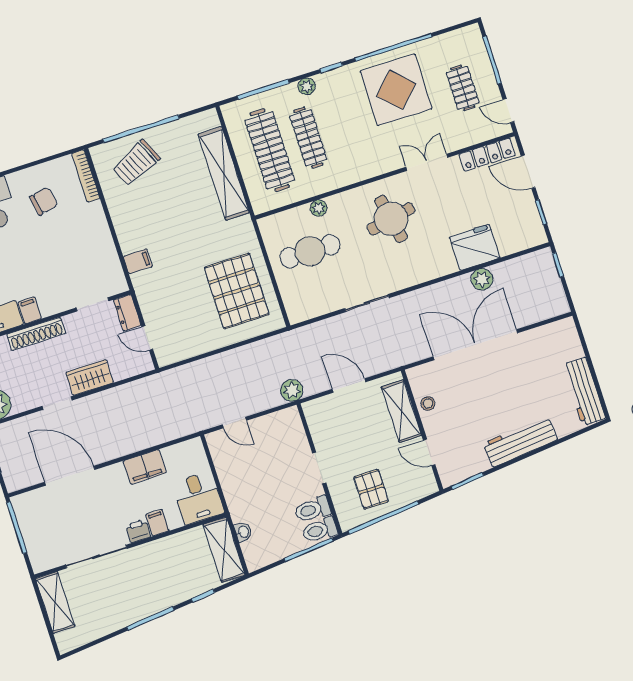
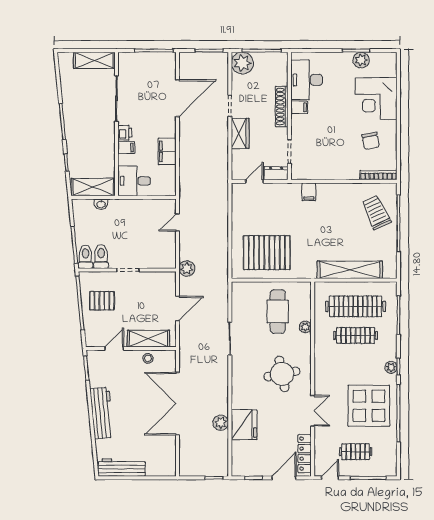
plant: (307, 86) -> (391, 367), moved
double door: (475, 345) -> (178, 404), swing flipped

